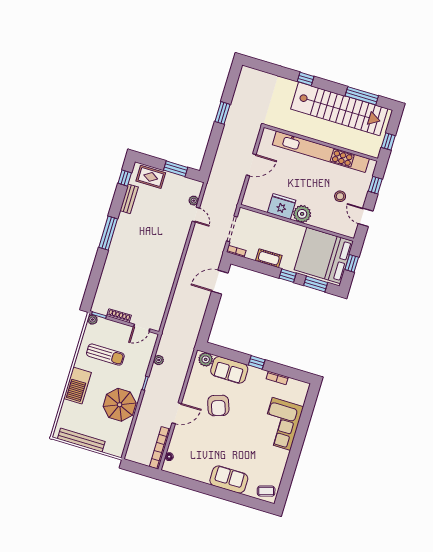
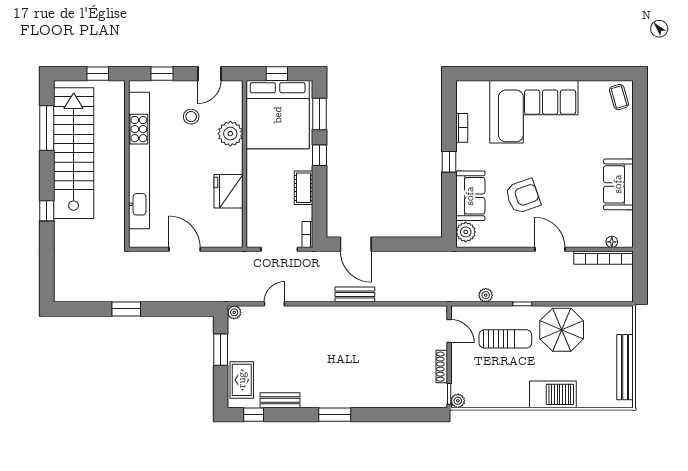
plant: (194, 201) -> (234, 312), moved
plant: (302, 214) -> (230, 134), moved
window: (108, 233) -> (335, 415), width x0.69
bench: (186, 271) -> (355, 295), added
sun lounger: (105, 355) -> (505, 339), moved, turned 90
corner sofa: (281, 424) -> (534, 112), width x1.36, depth x1.36
sofa: (229, 480) -> (618, 184), moved

